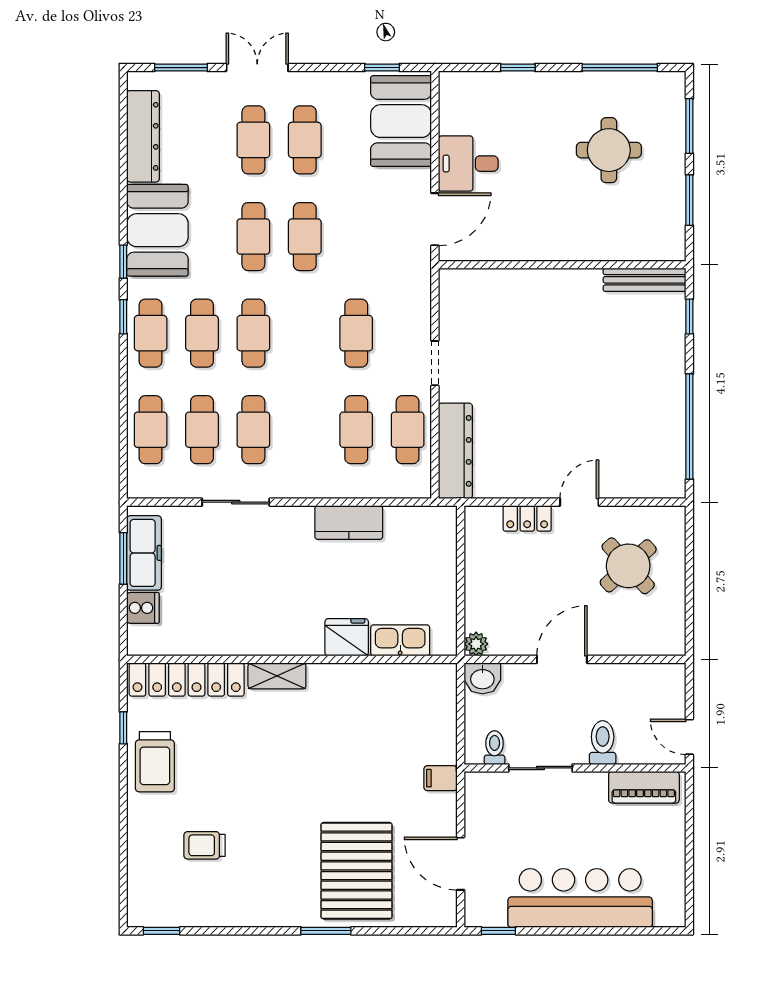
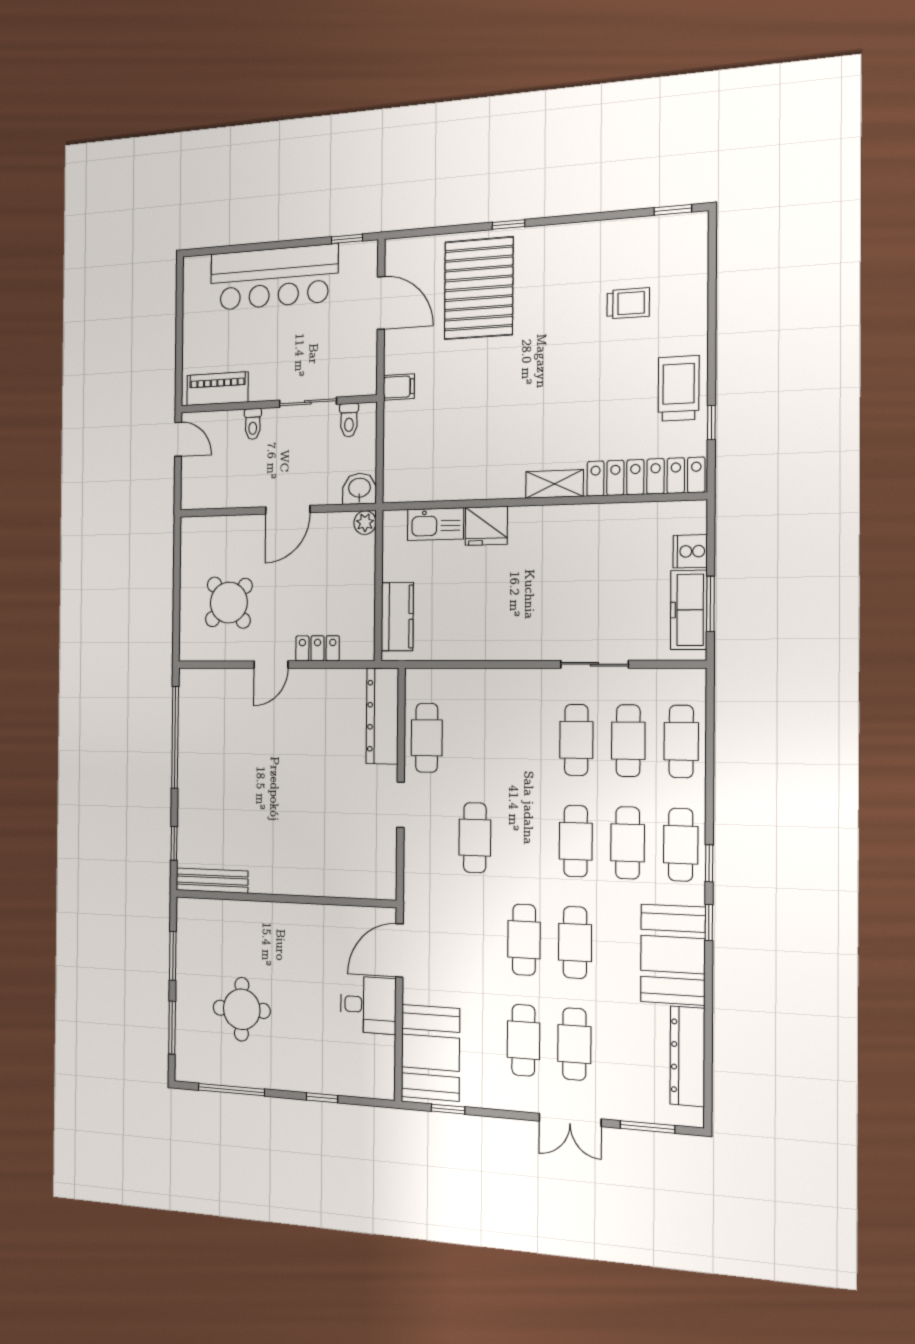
cafe table: (356, 430) -> (476, 738), removed
kitchen counter: (349, 523) -> (397, 617), moved, turned 90
toilet: (603, 743) -> (253, 424), width x0.73, depth x0.72
window: (326, 931) -> (508, 224), width x0.67

